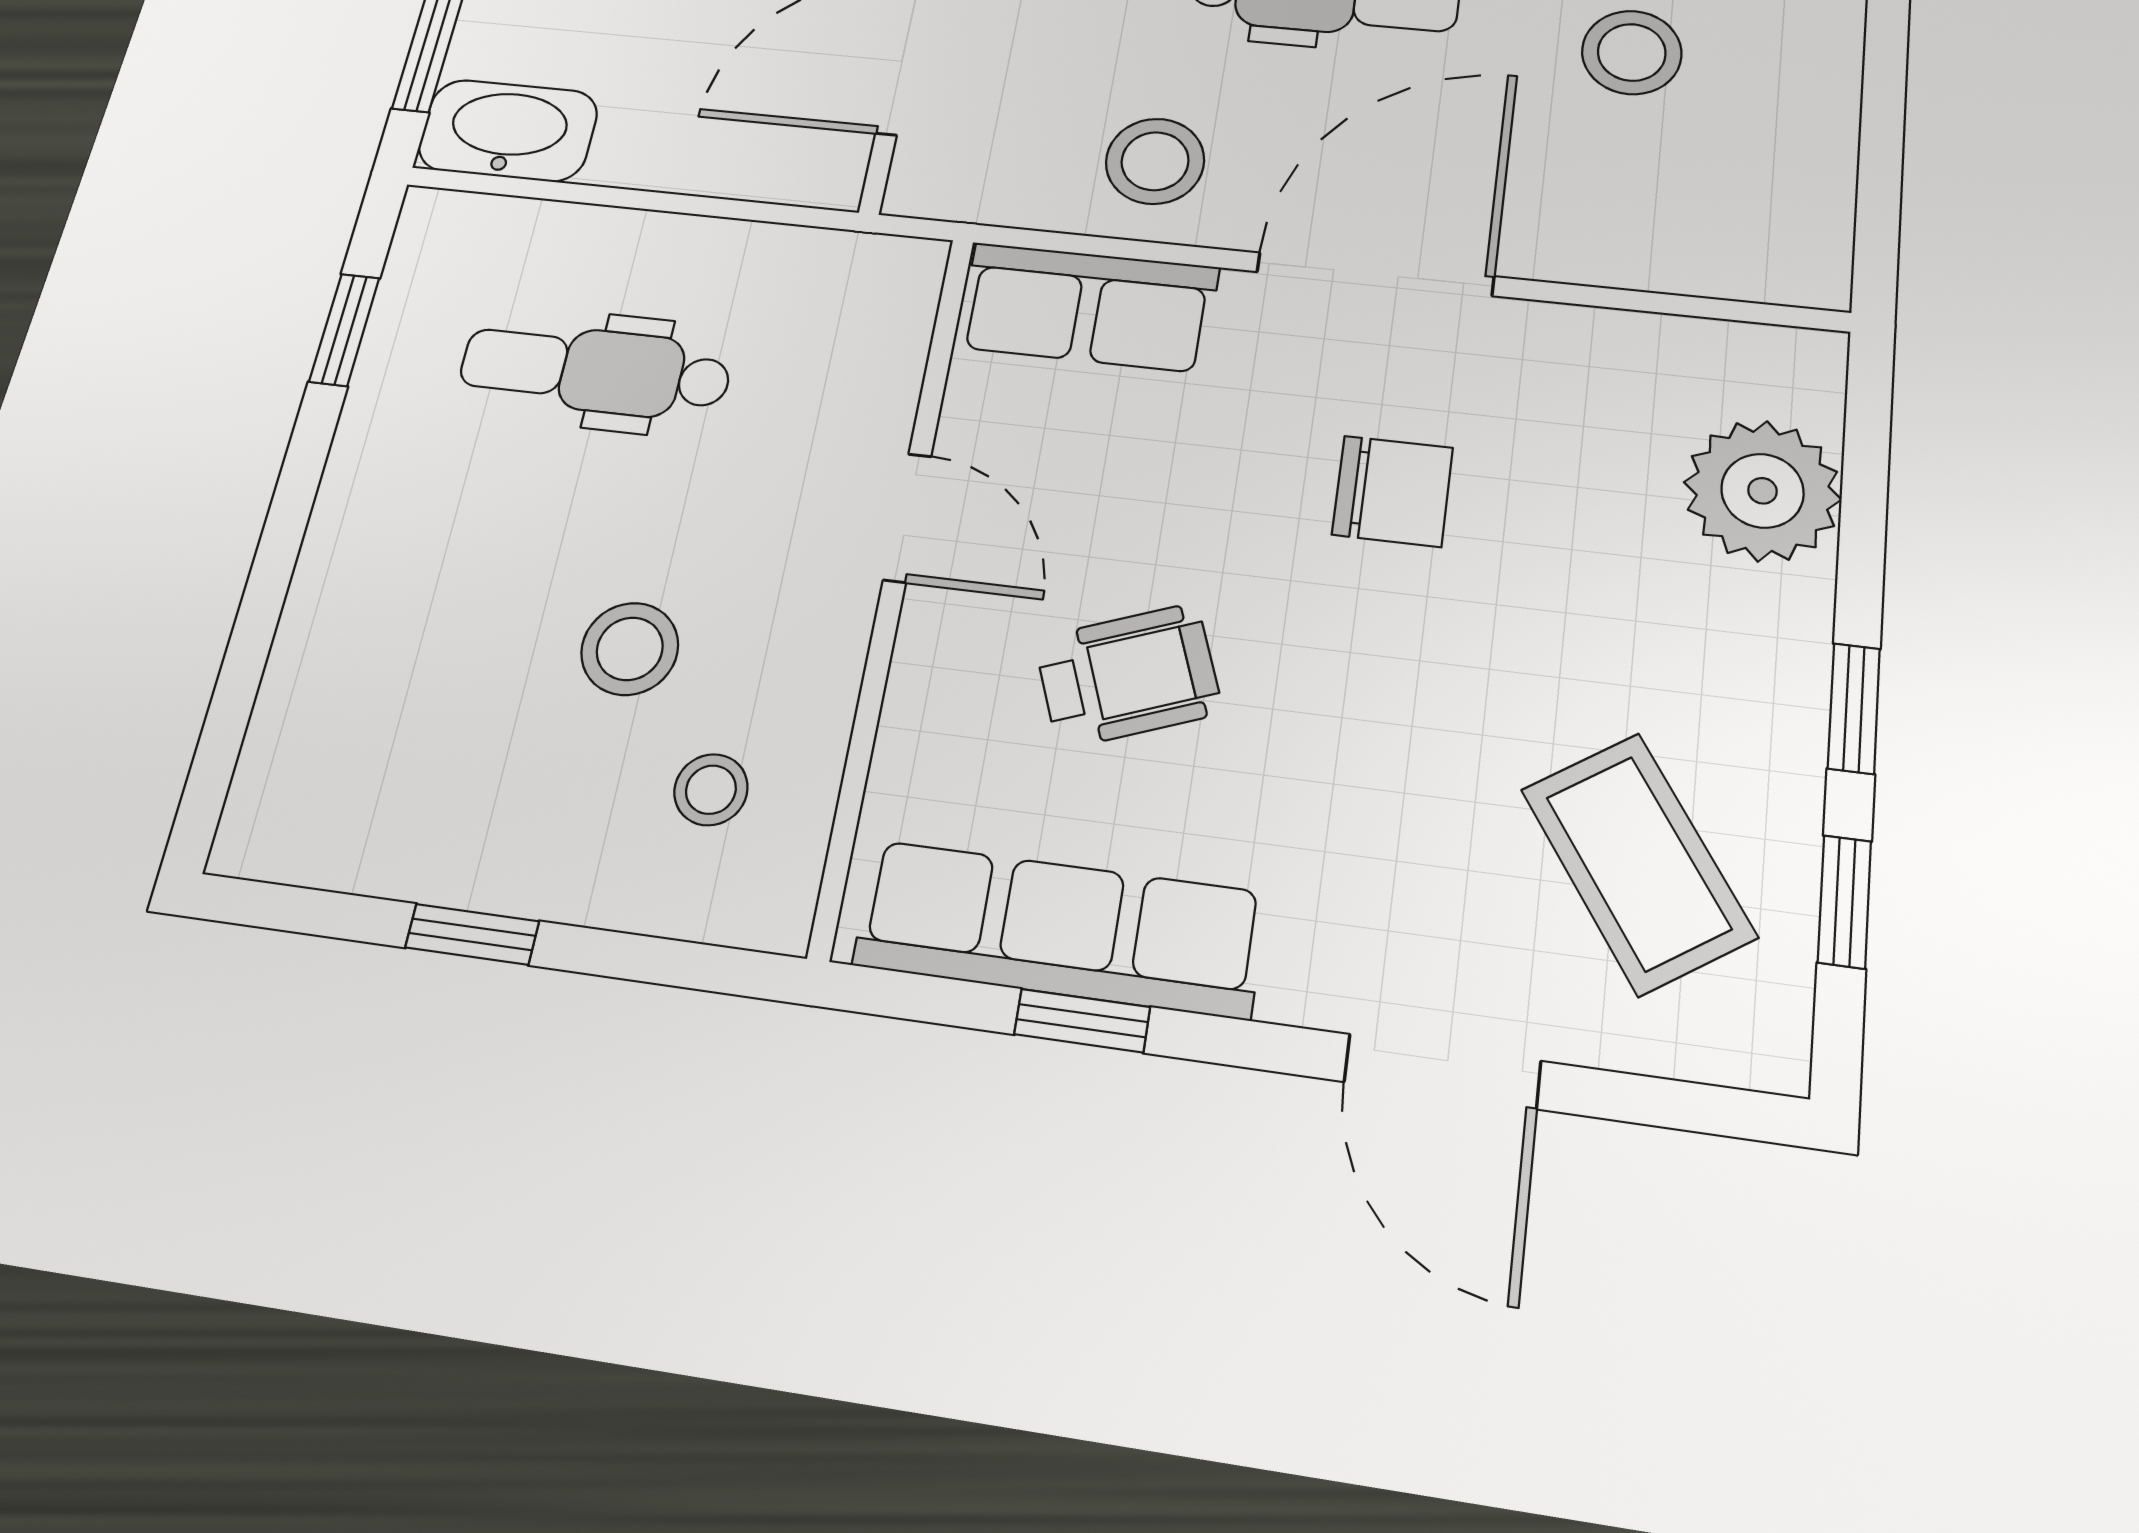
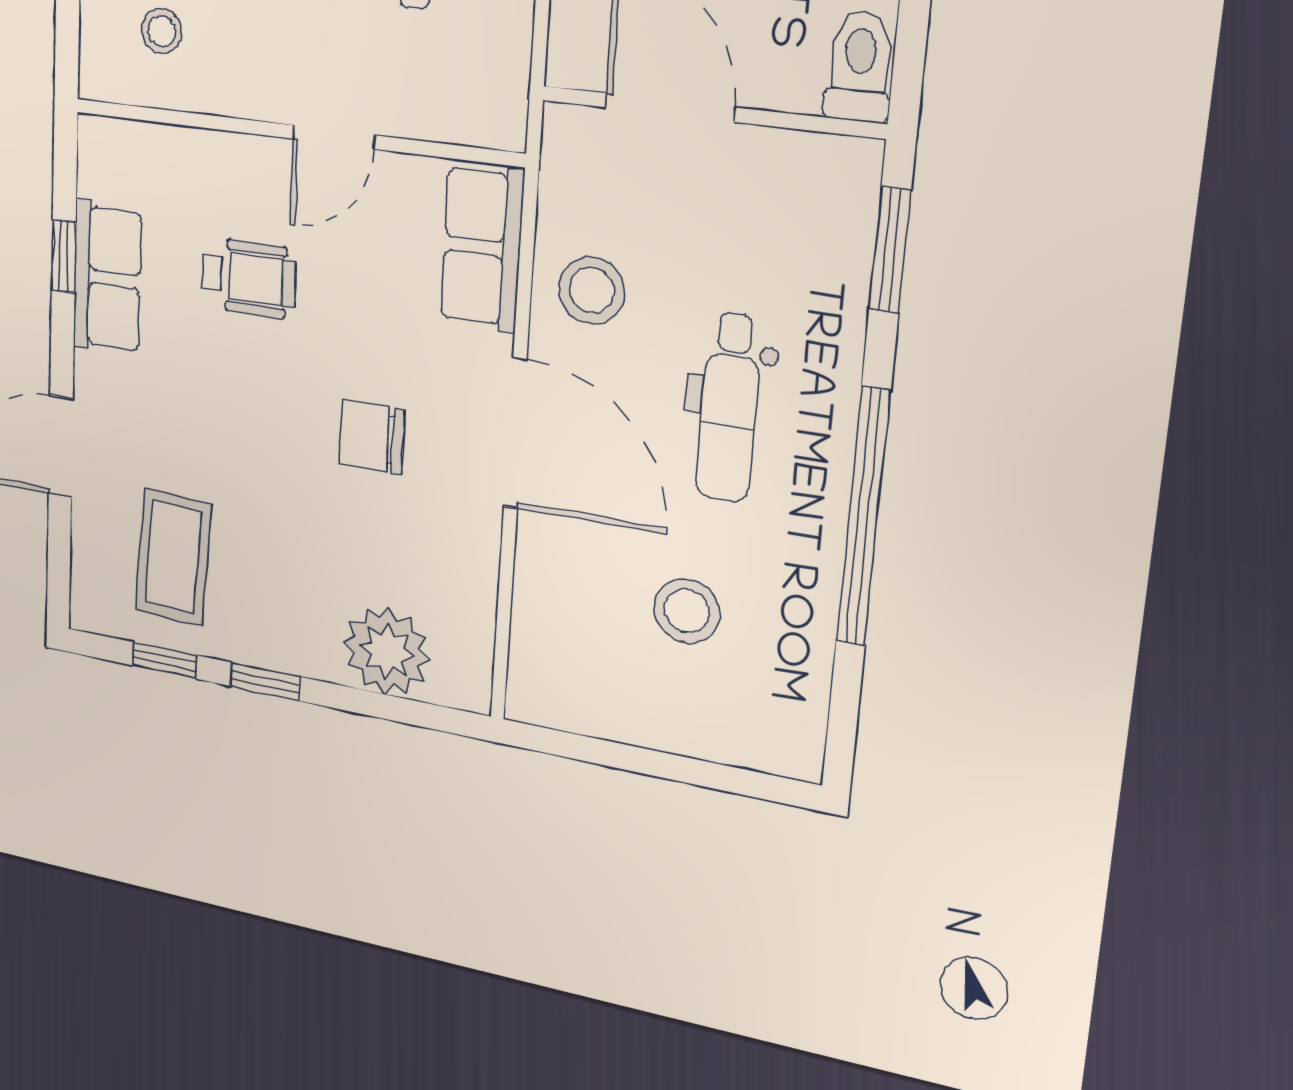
chair: (1393, 491) -> (372, 437), turned 90
wheelchair: (1128, 676) -> (249, 278), turned -69
coffee table: (1638, 863) -> (173, 557), turned -53
row of seats: (1060, 929) -> (107, 278), width x0.68

